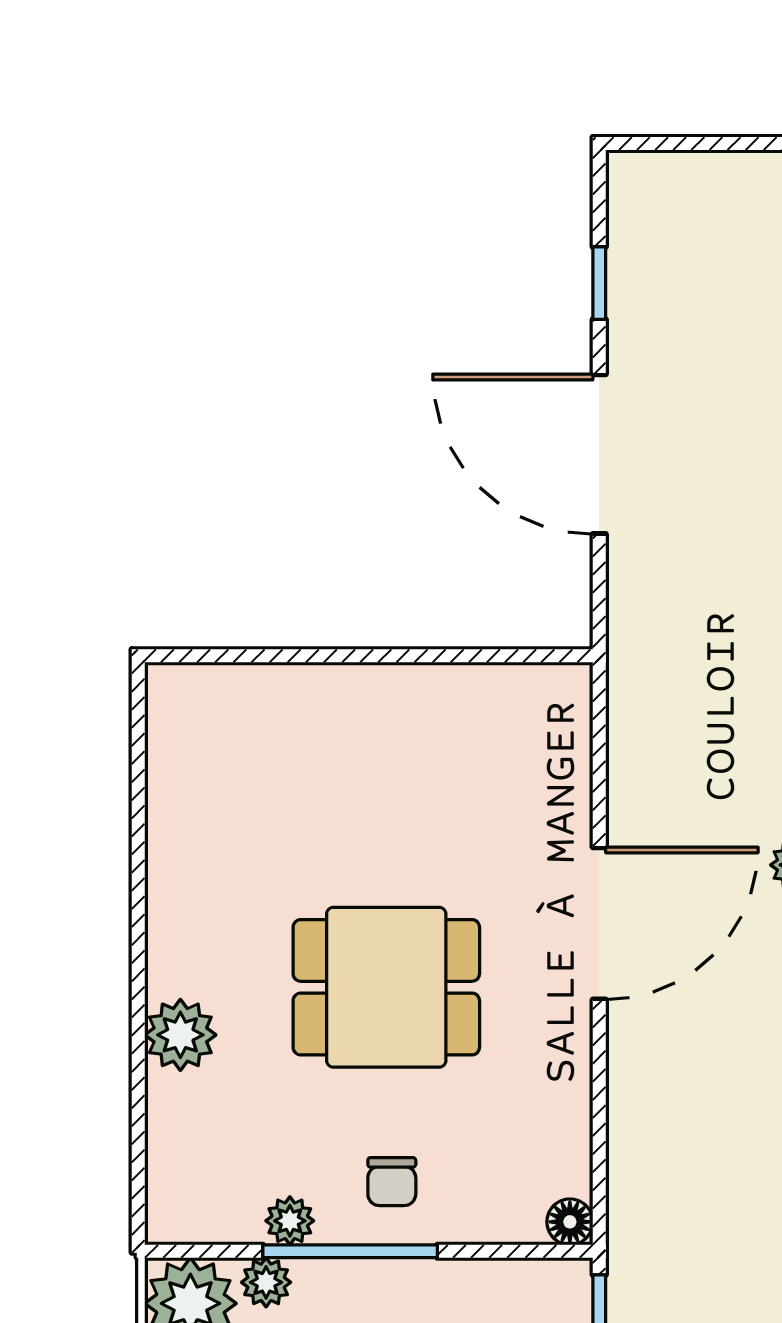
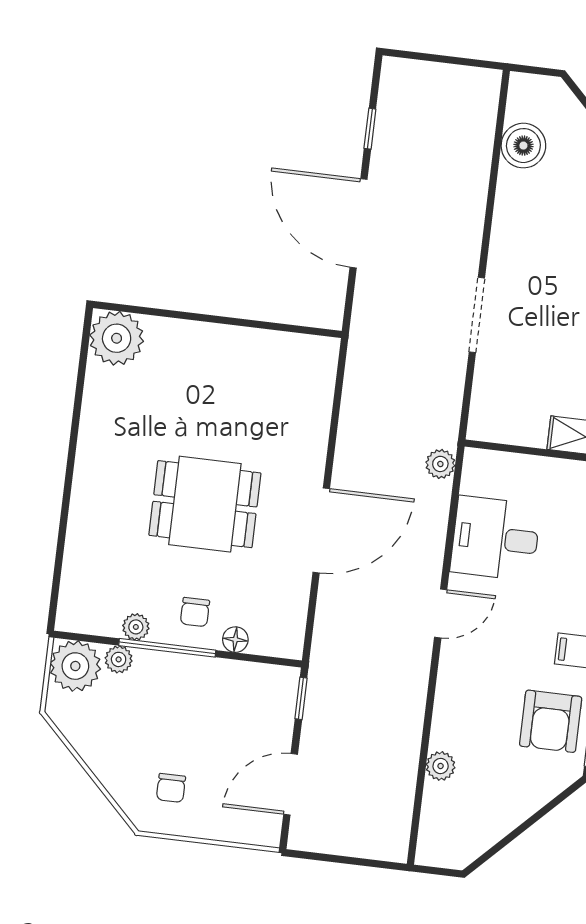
door: (599, 923) -> (321, 530), moved
plant: (180, 1035) -> (117, 338), moved, width x1.36, depth x1.36
floor lamp: (570, 1222) -> (235, 640), moved

